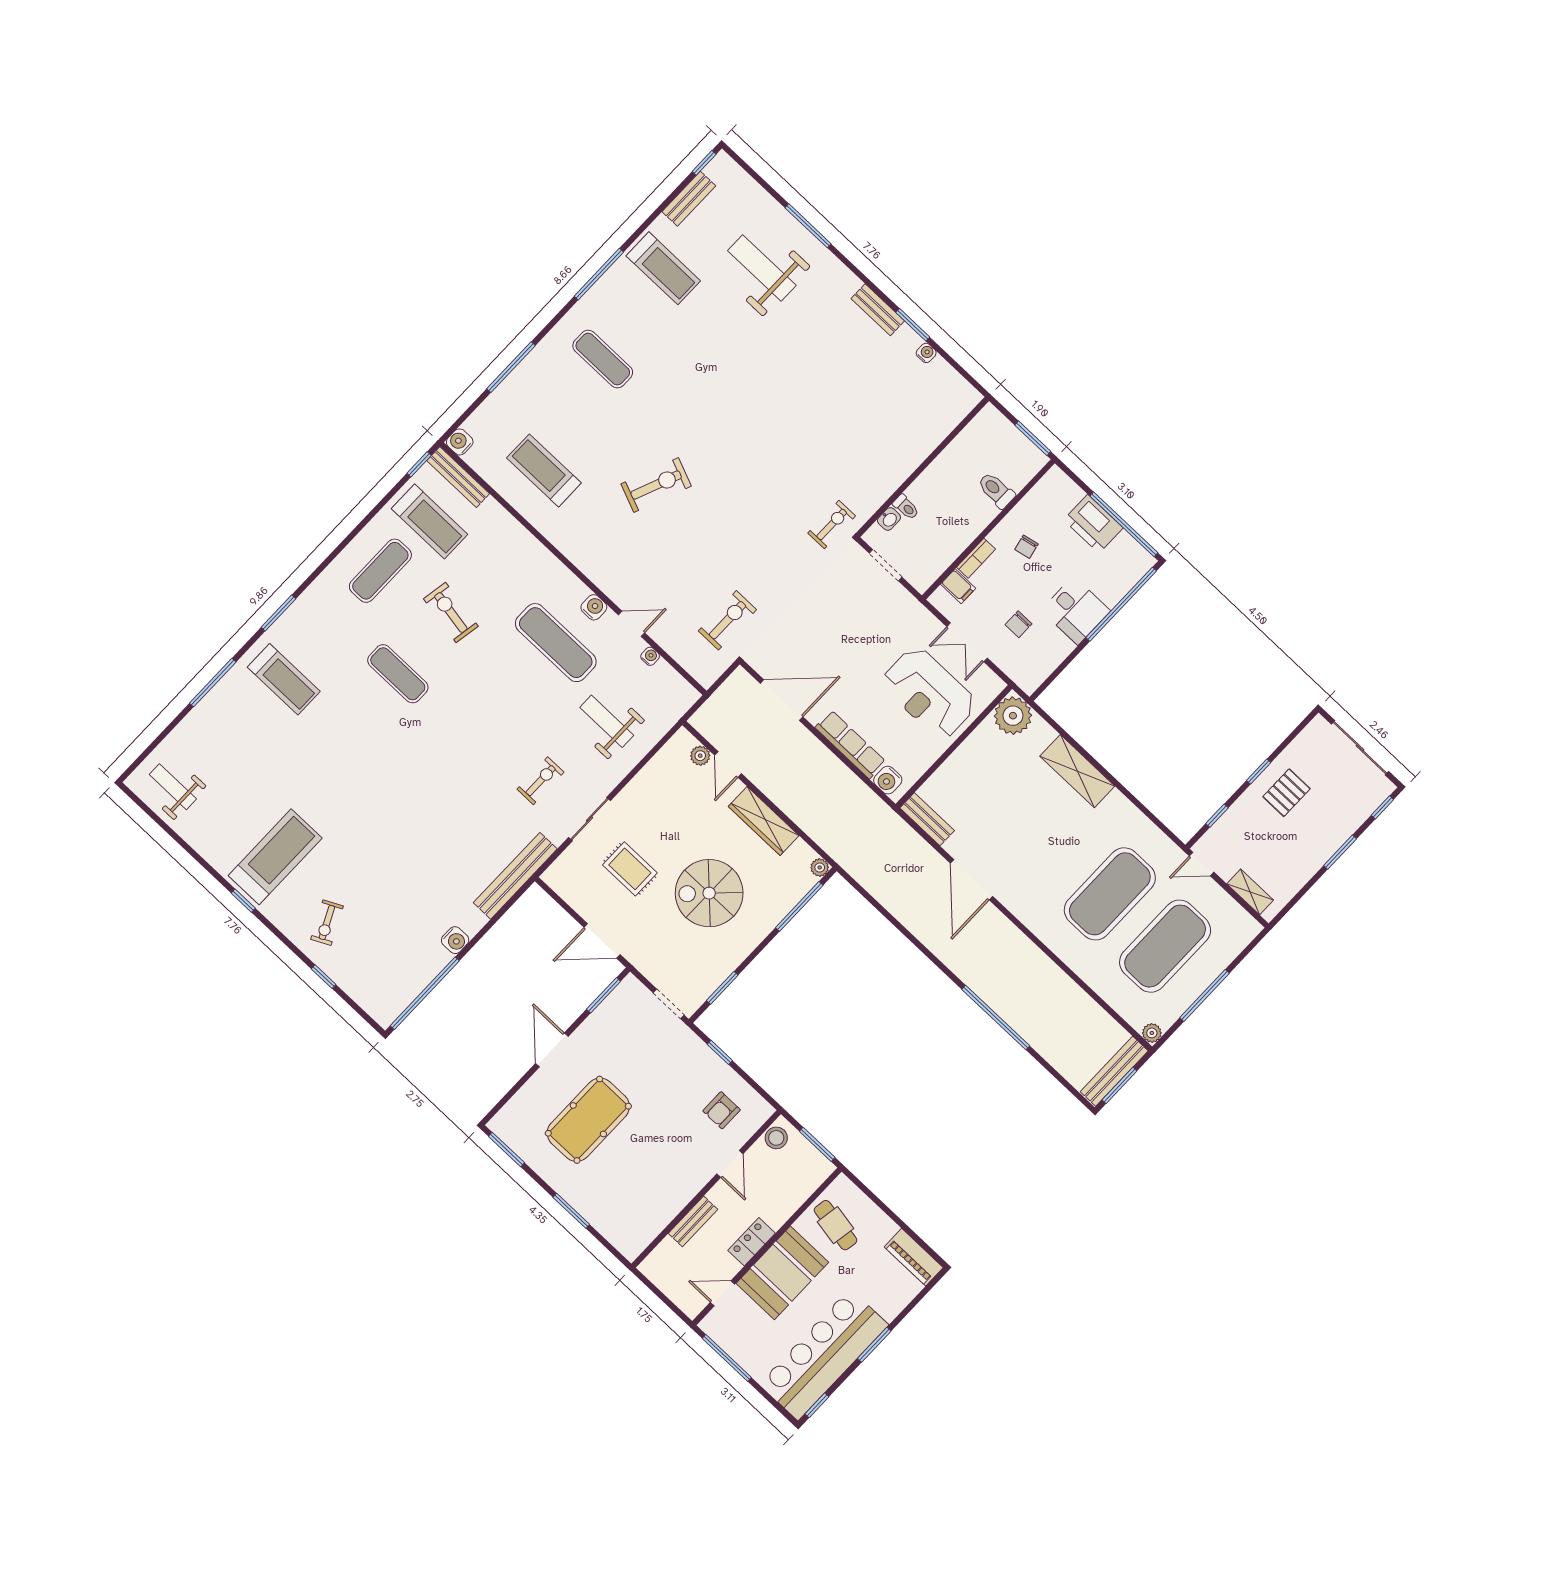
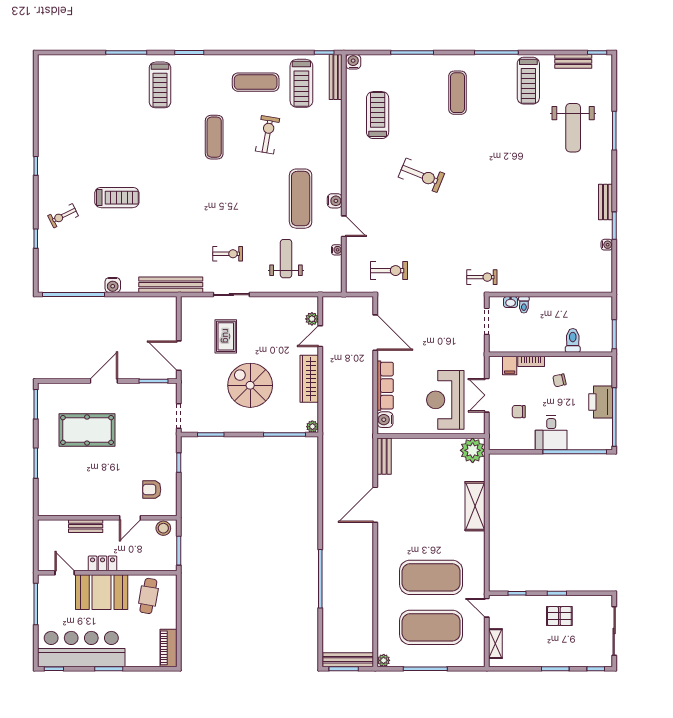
weight bench: (762, 268) -> (573, 128), turned 180
weight bench: (173, 787) -> (58, 81), removed
treadmill: (275, 857) -> (117, 198), moved, width x0.73, depth x0.73

